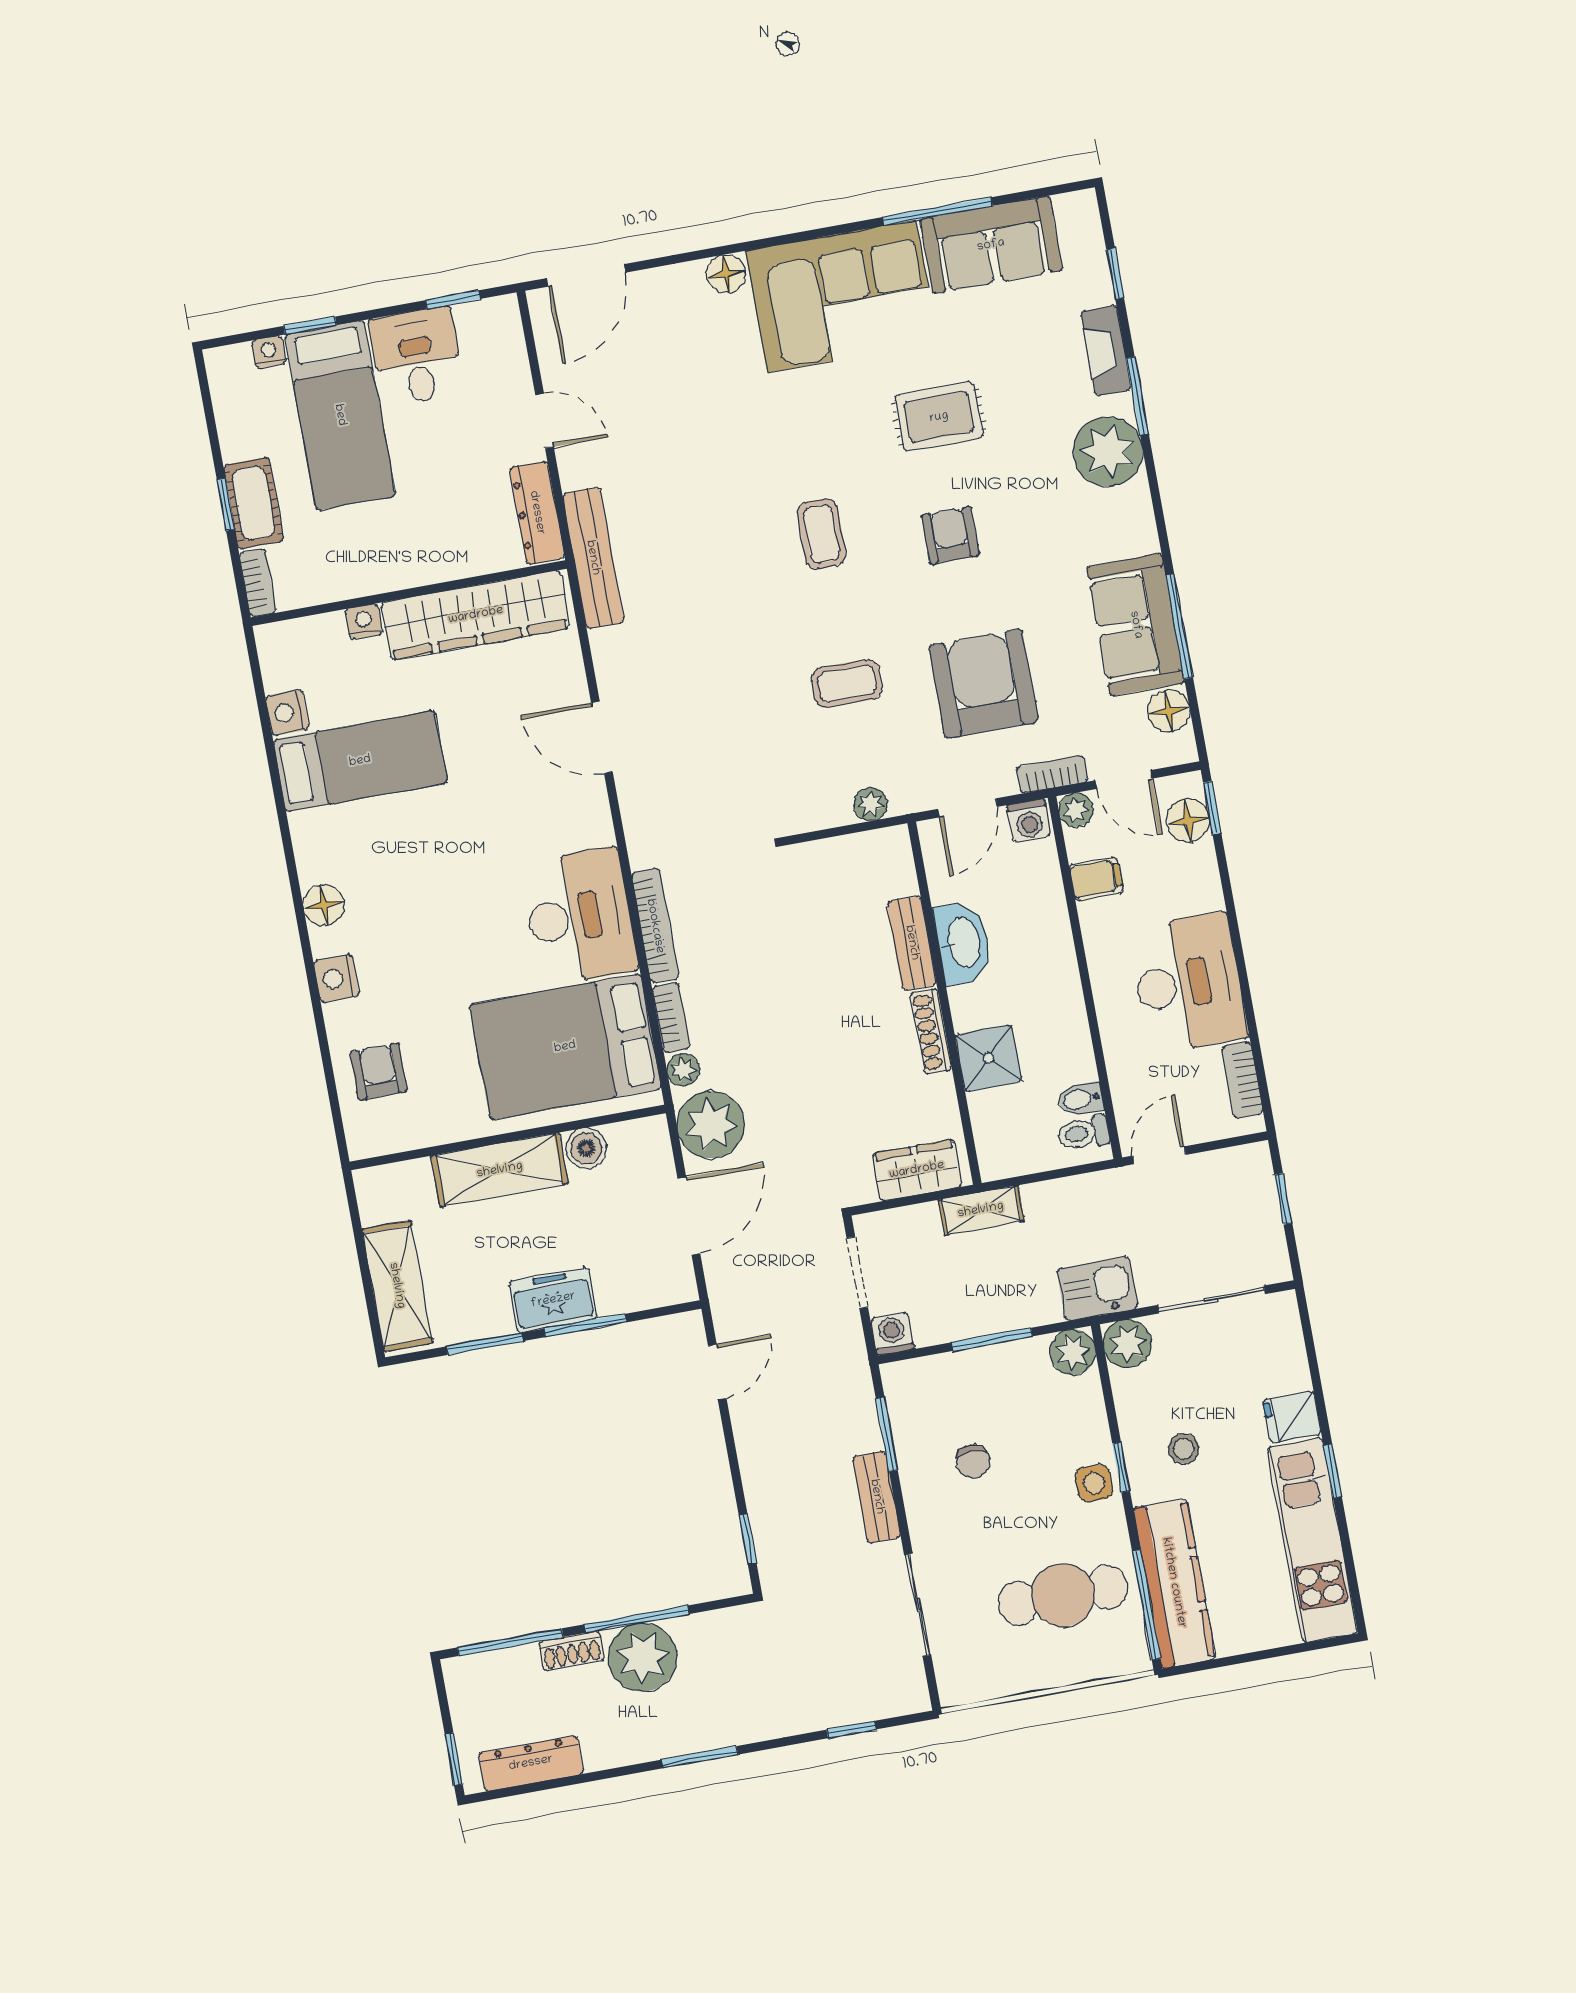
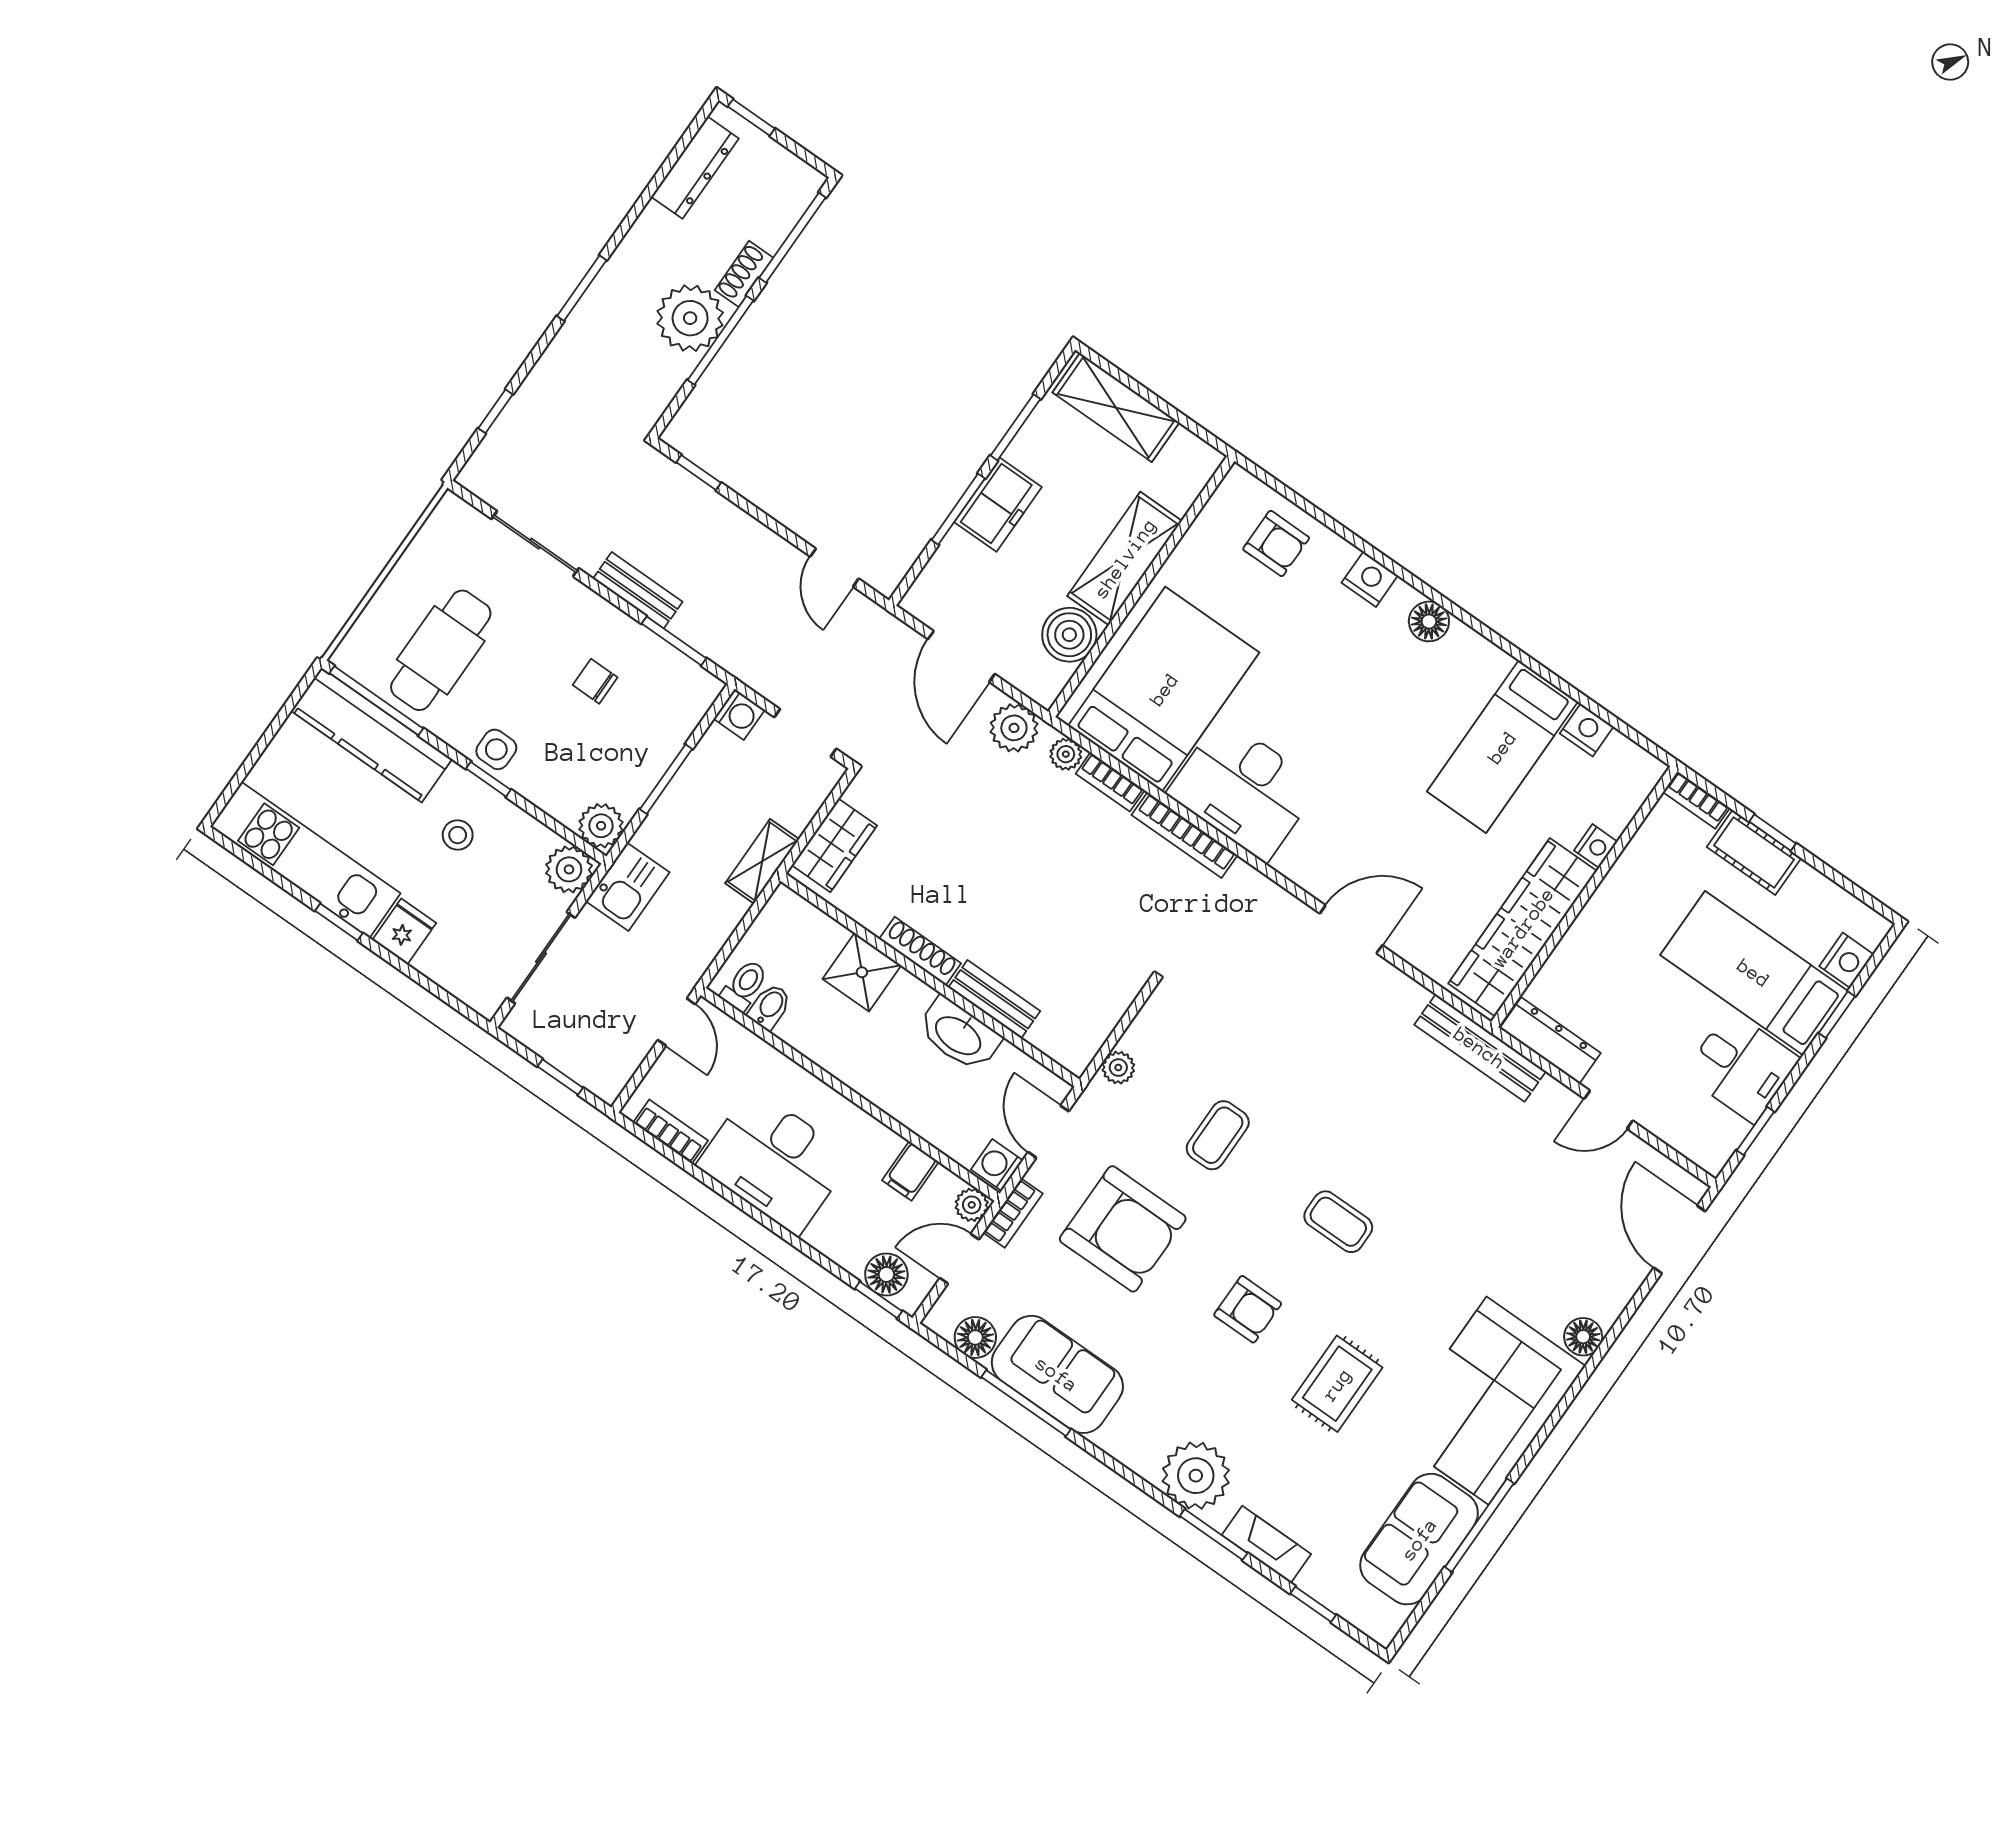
nightstand: (269, 352) -> (1846, 960), width x1.39, depth x1.35
plant: (711, 1125) -> (1014, 728), width x0.73, depth x0.73
boiler: (586, 1148) -> (1069, 635), width x1.36, depth x1.36

